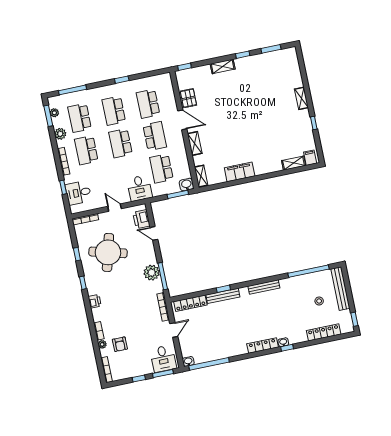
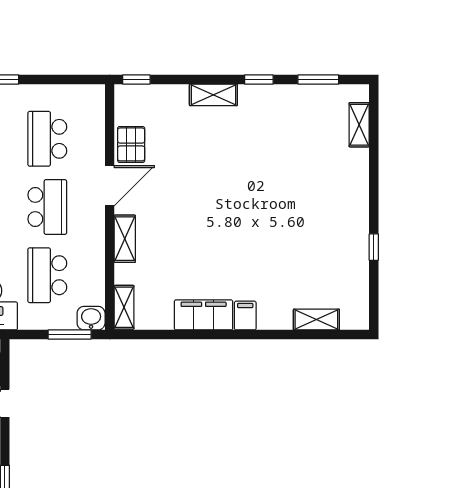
shelving: (301, 98) -> (359, 125), moved
door: (182, 120) -> (110, 186), hinge flipped
filing cabinet: (310, 158) -> (245, 316), moved

